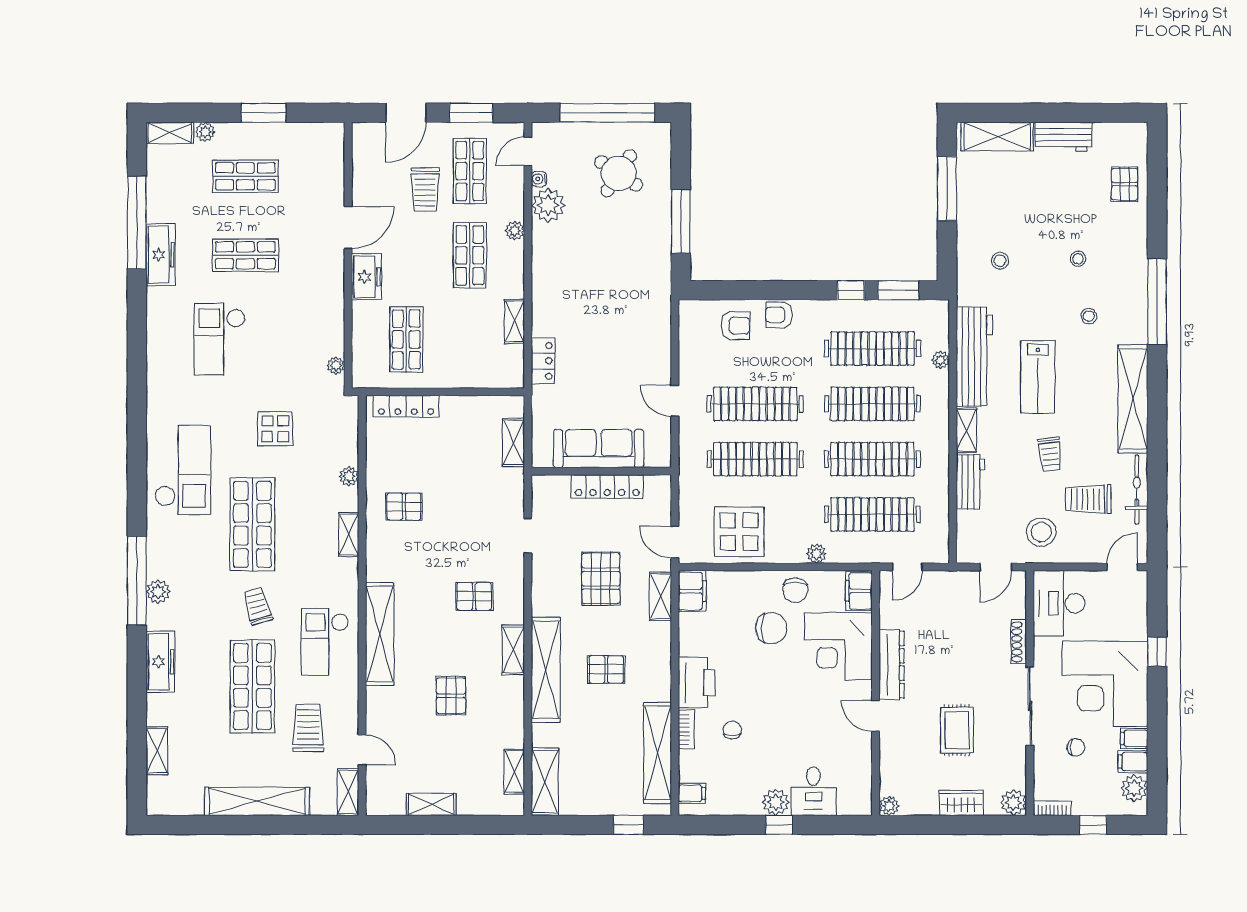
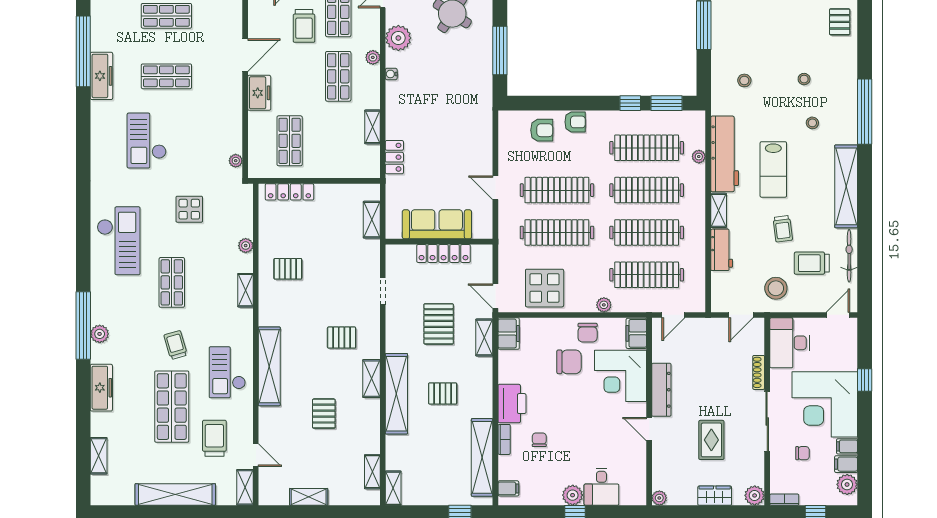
water cooler: (539, 179) -> (391, 74), moved
armchair: (779, 315) -> (575, 122), turned 180
shop shelf: (252, 524) -> (172, 282), width x0.70, depth x0.74
shelving: (545, 782) -> (393, 488), width x0.67, depth x0.75

